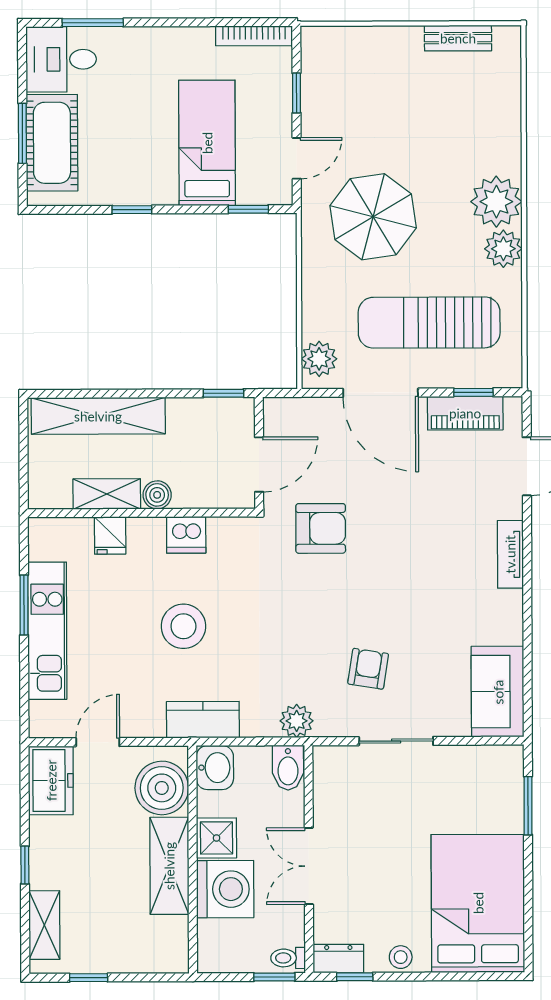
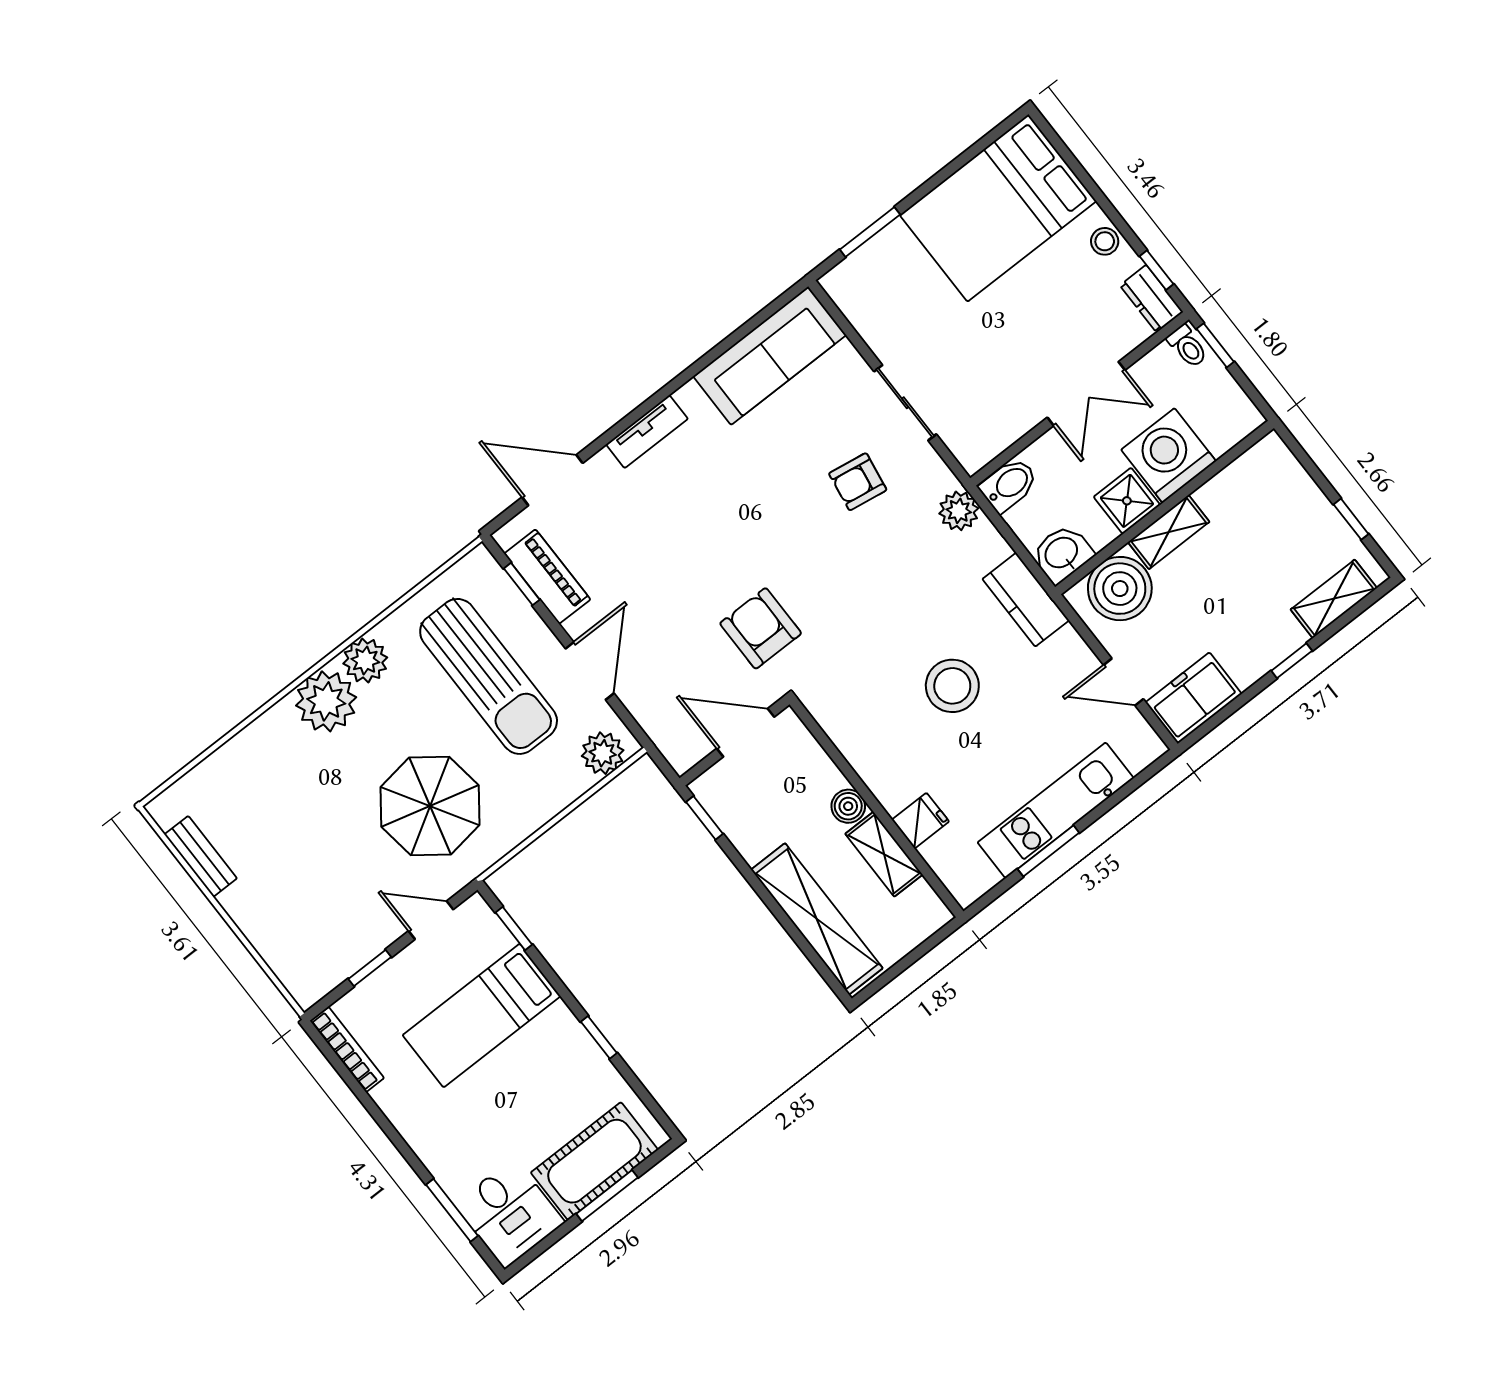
door: (381, 393) -> (590, 671), width x0.73
dishwasher: (186, 535) -> (865, 750), removed
sofa: (498, 692) -> (770, 356), width x1.36
shelving: (169, 866) -> (1169, 532), width x0.67, depth x0.75

